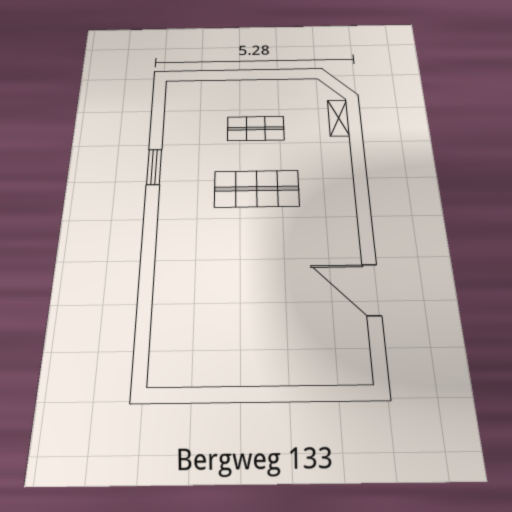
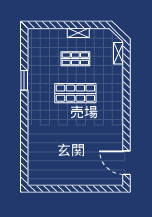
shelving: (261, 87) -> (78, 33), added
door: (372, 290) -> (127, 163), moved

